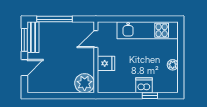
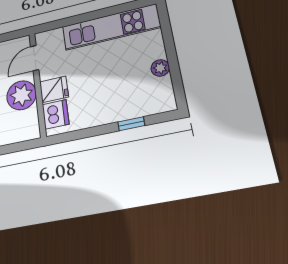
plant: (85, 83) -> (21, 95), moved
dishwasher: (144, 85) -> (56, 114), moved, turned 90

